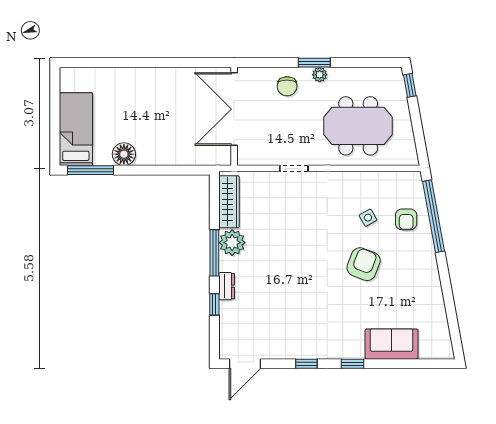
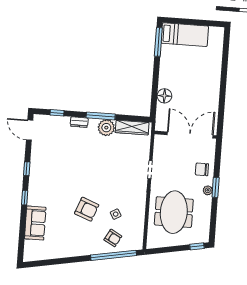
floor lamp: (124, 154) -> (164, 96), moved
armchair: (406, 219) -> (113, 238), turned -151
window: (214, 304) -> (57, 113), moved

